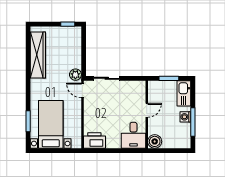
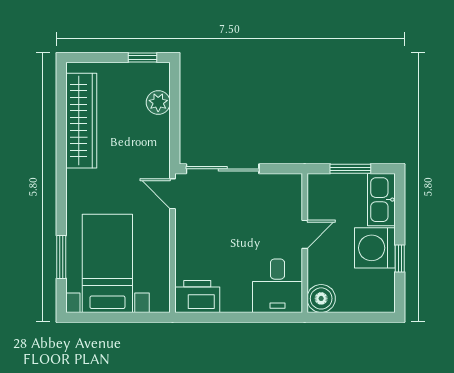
plant: (75, 75) -> (158, 103), moved
sliding door: (107, 78) -> (223, 169), width x1.37
washing machine: (185, 117) -> (375, 248), width x1.89, depth x1.89
window: (193, 122) -> (400, 258), width x0.46

